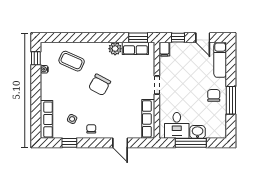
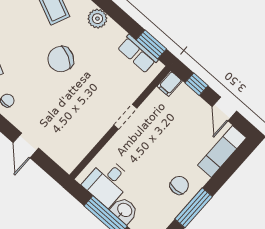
plant: (115, 49) -> (97, 19), moved
row of seats: (148, 119) -> (82, 146), removed

